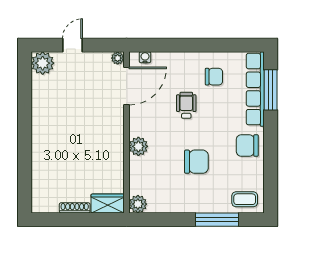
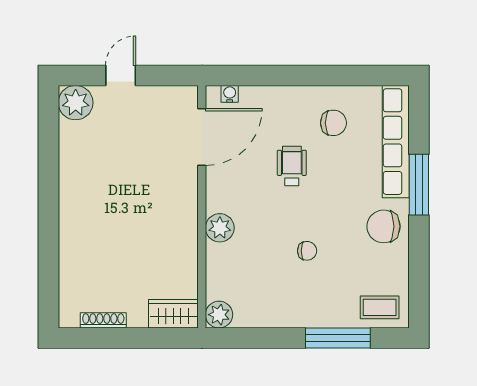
plant: (118, 58) -> (189, 95), removed
window: (271, 90) -> (419, 185), moved
chair: (196, 162) -> (307, 251), width x0.54, depth x0.54
shoe rack: (75, 208) -> (103, 320), moved

